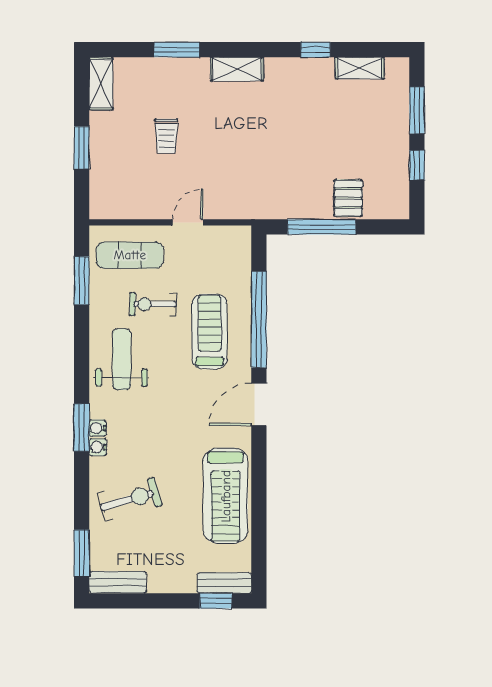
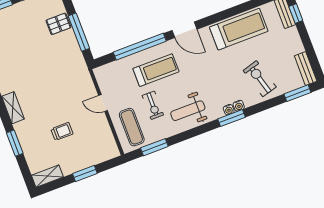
treadmill: (209, 332) -> (156, 70), turned 180

